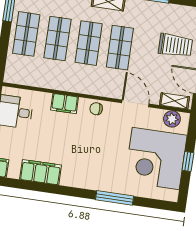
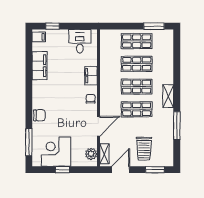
corner desk: (156, 159) -> (56, 152), width x0.74, depth x0.74
chair: (109, 182) -> (39, 115), added
window: (115, 198) -> (29, 142), moved

